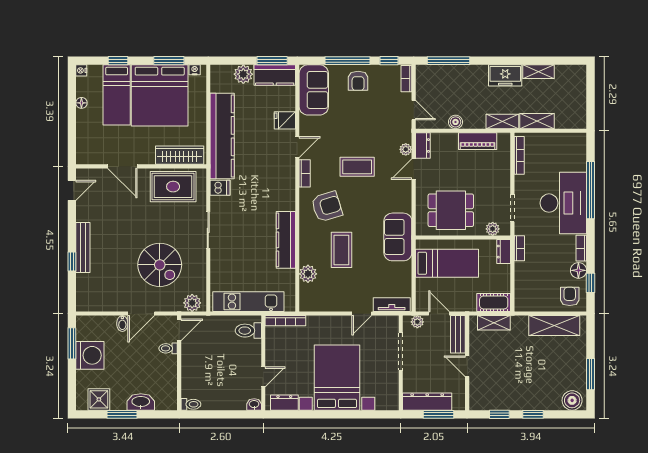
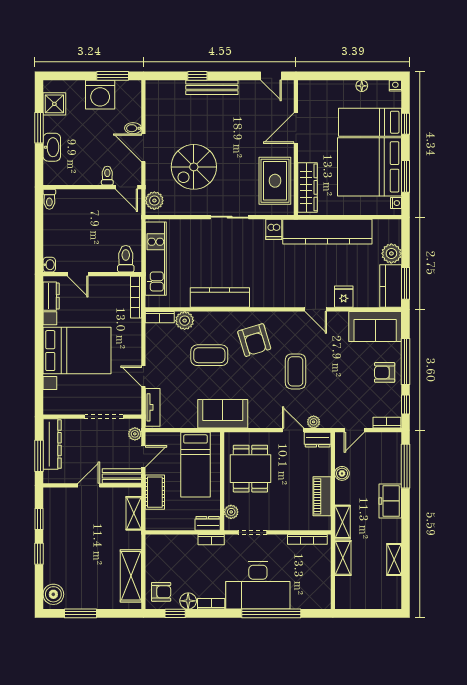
freezer: (505, 75) -> (390, 501), moved
bookcase: (305, 173) -> (160, 317), moved
cot: (494, 302) -> (155, 492), moved

